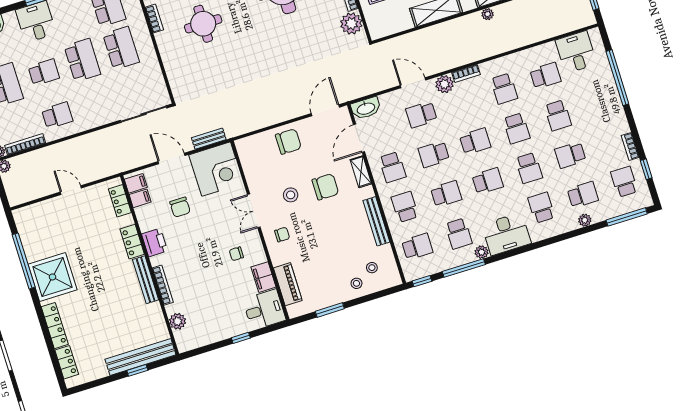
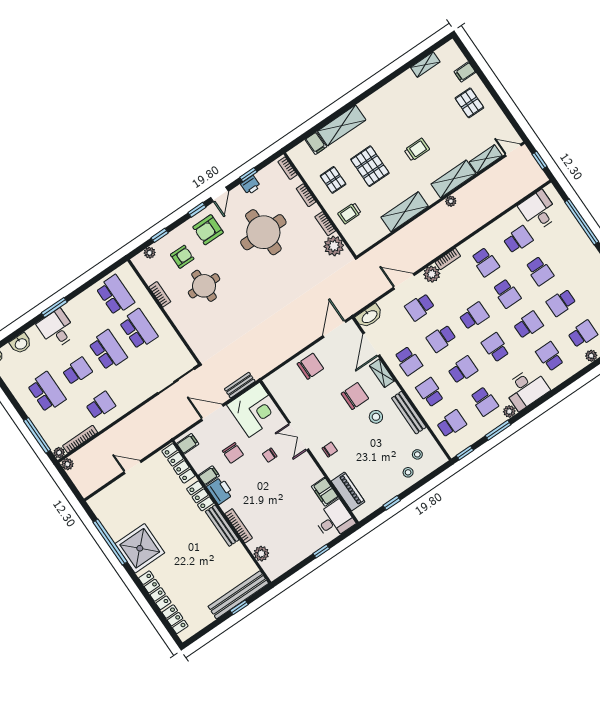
school desk: (529, 168) -> (528, 325), turned -90
school desk: (488, 181) -> (496, 347), turned -90
stool: (291, 195) -> (376, 417), moved
filing cabinet: (140, 198) -> (209, 476), moved
locker: (120, 201) -> (178, 463), width x1.53
chair: (236, 254) -> (270, 455), moved
window: (464, 268) -> (498, 430), width x0.69
window: (330, 310) -> (392, 503), width x0.67

